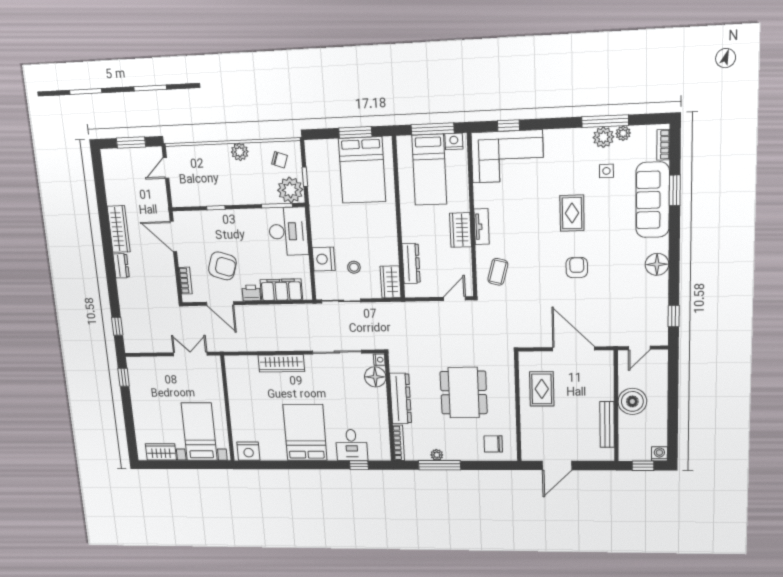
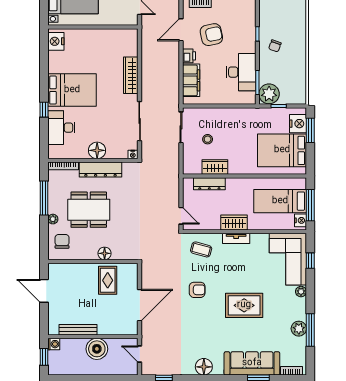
window: (355, 132) -> (310, 130), moved
plant: (623, 133) -> (301, 292), moved
plant: (240, 152) -> (300, 57), removed
chair: (280, 160) -> (275, 46), moved
side table: (606, 171) -> (274, 331), removed
rug: (572, 213) -> (244, 305), width x1.36, depth x1.43
desk: (288, 231) -> (241, 72), moved, turned -90
nightstand: (324, 259) -> (298, 124), moved, turned 90
armchair: (222, 266) -> (211, 35), turned -120
armchair: (577, 268) -> (197, 290), moved
wardrobe: (391, 282) -> (215, 167), moved
floor lamp: (375, 377) -> (97, 150), moved
rug: (542, 389) -> (108, 280), turned 90
dining table: (464, 393) -> (89, 210), moved
floor lamp: (507, 393) -> (105, 253), added
desk: (352, 445) -> (61, 128), width x1.37
washing machine: (659, 454) -> (54, 344), moved
plant: (437, 455) -> (53, 219), moved
window: (359, 465) -> (44, 110), moved

